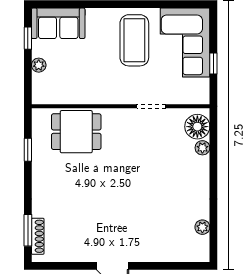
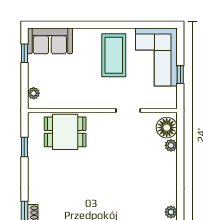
plant: (39, 65) -> (34, 93), moved

